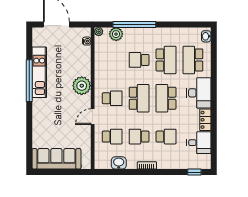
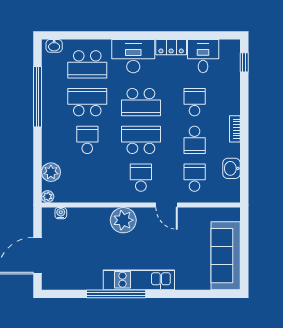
window: (134, 24) -> (38, 97), moved
school desk: (139, 60) -> (87, 140), turned 180
kitchen unit: (39, 72) -> (139, 280), moved

